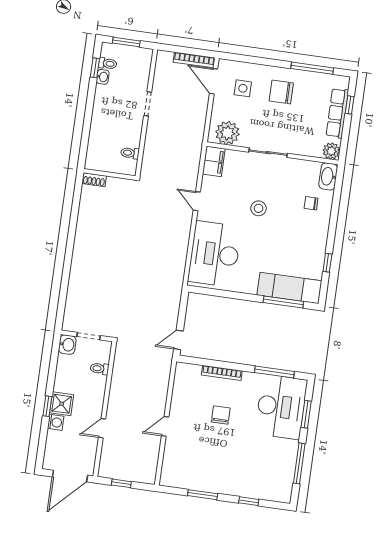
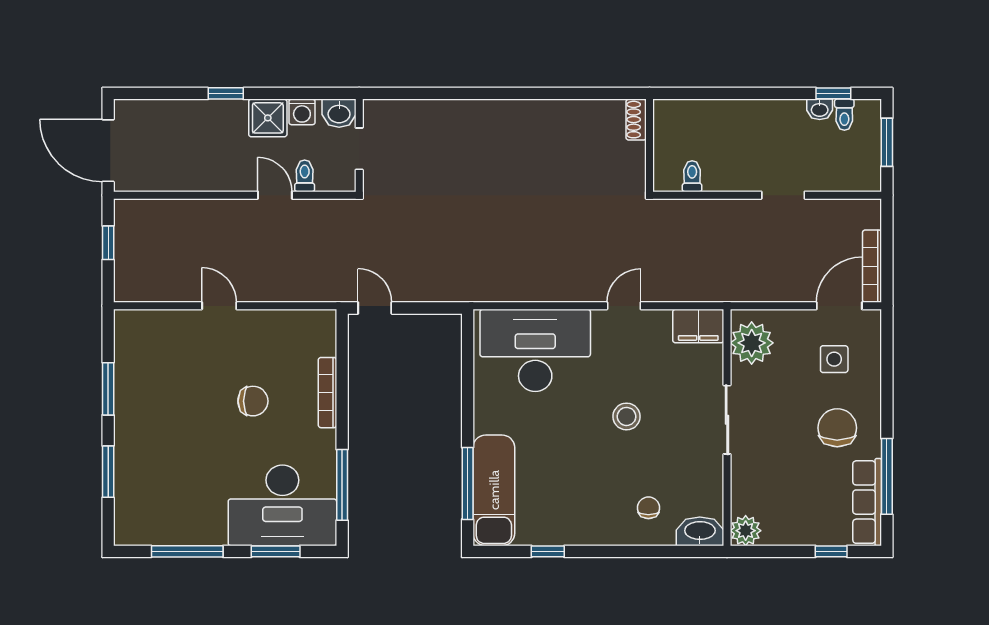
row of seats: (337, 113) -> (867, 502), moved, turned -90
shower: (62, 404) -> (268, 118), moved
washing machine: (56, 422) -> (302, 112), moved
door: (102, 428) -> (275, 195), moved
window: (249, 501) -> (108, 472), width x1.50

